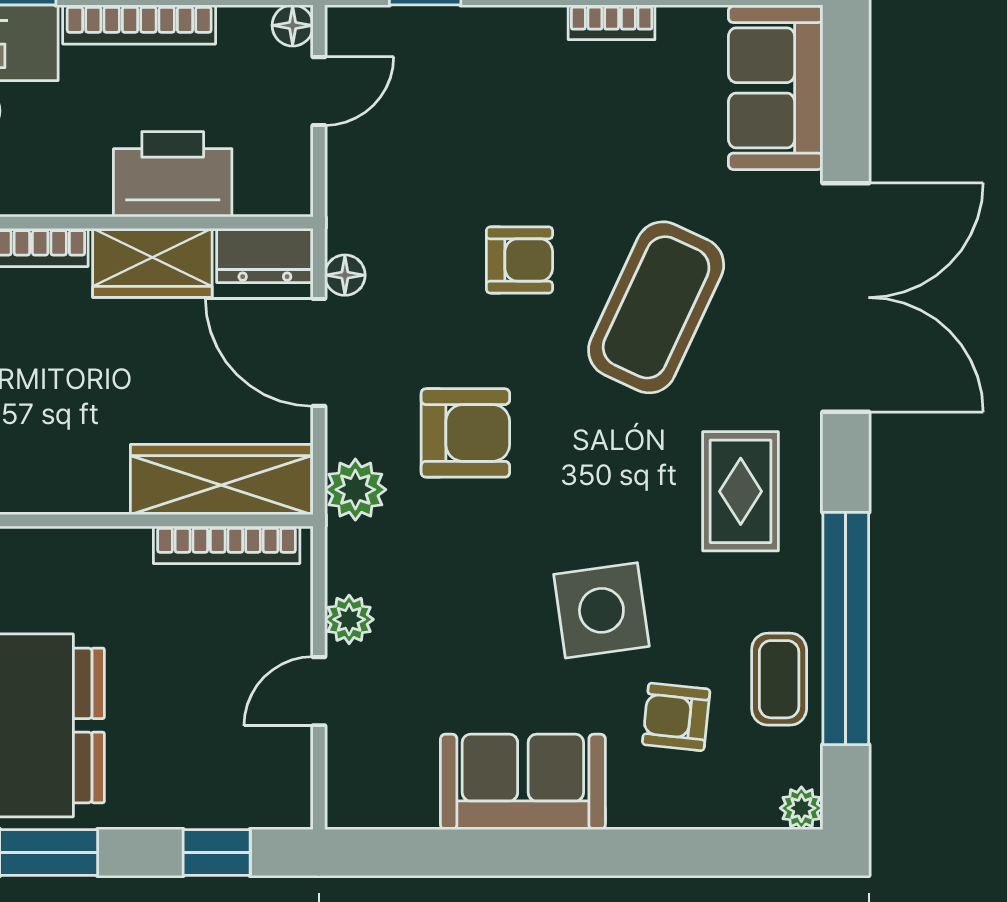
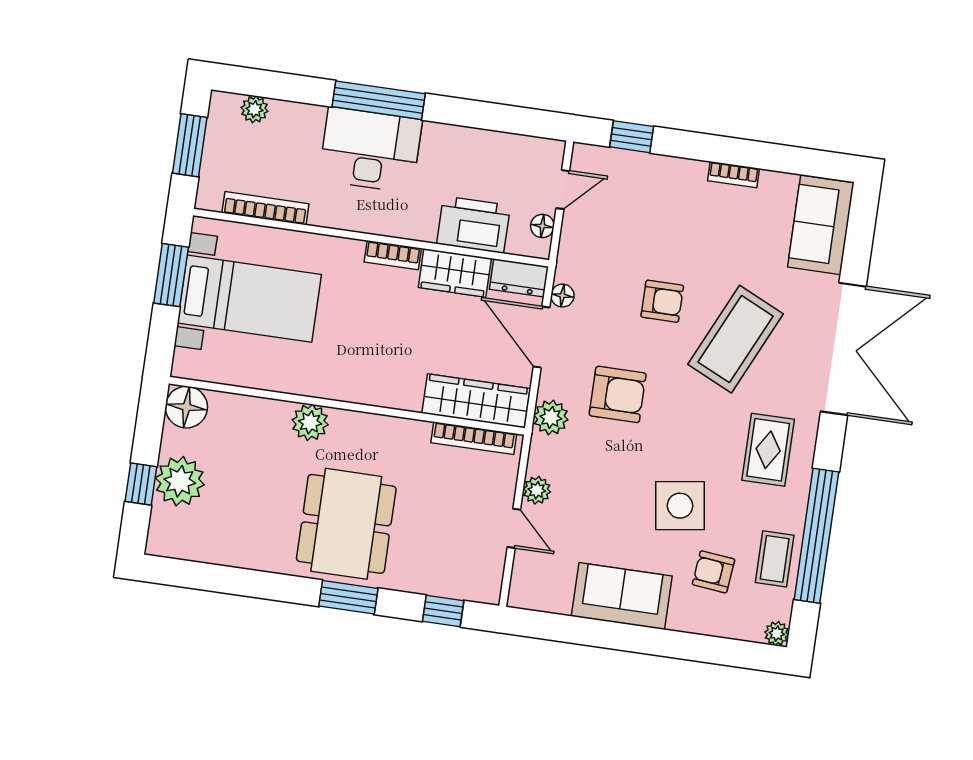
bookcase: (139, 25) -> (467, 137), removed
floor lamp: (293, 25) -> (542, 226), moved
door: (319, 691) -> (514, 528), swing flipped

